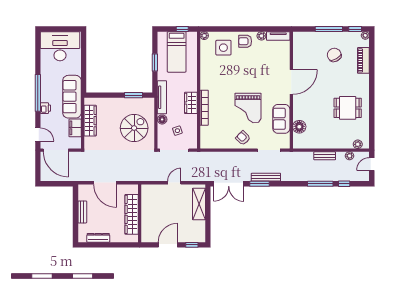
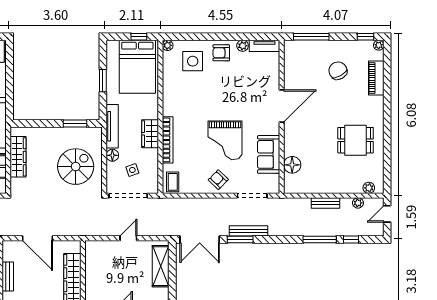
window: (329, 29) -> (311, 37), moved
bed: (177, 52) -> (137, 67), width x1.50
coffee table: (208, 140) -> (173, 182), added

